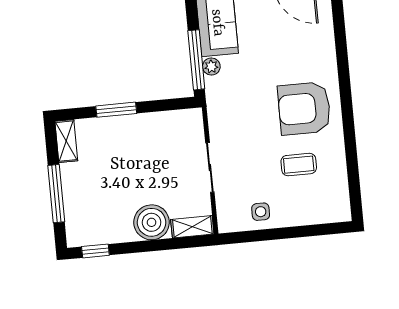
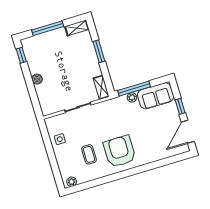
plant: (342, 206) -> (72, 182), added
boiler: (152, 222) -> (37, 79), width x0.54, depth x0.54
shelving: (192, 227) -> (101, 87), moved

